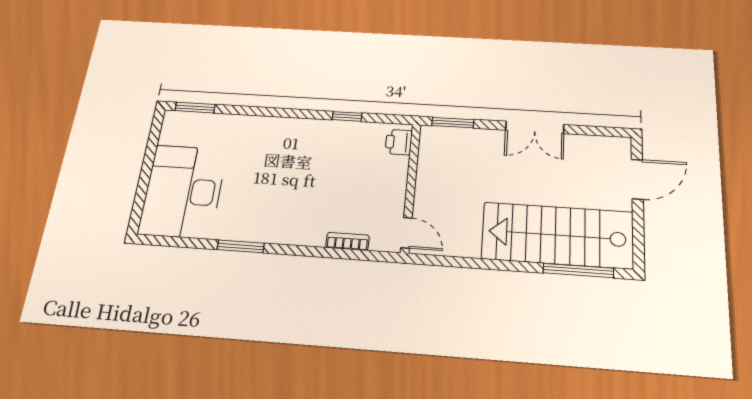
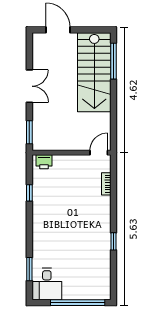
window: (195, 108) -> (29, 269), moved
window: (144, 180) -> (78, 303), added
desk: (183, 191) -> (47, 284), moved, width x0.53, depth x0.77
window: (241, 246) -> (113, 241), width x0.67

